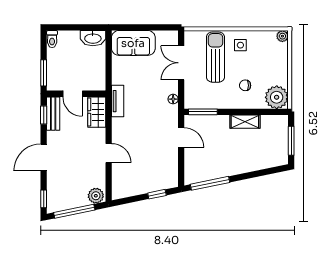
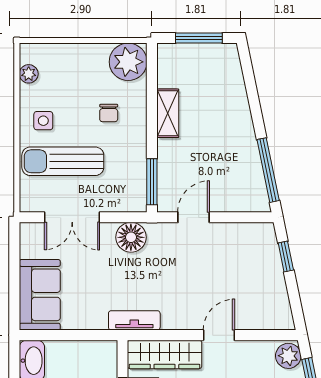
plant: (282, 36) -> (29, 74), moved
floor lamp: (173, 99) -> (131, 237), width x1.89, depth x1.89
wardrobe: (97, 112) -> (165, 354), width x1.50

